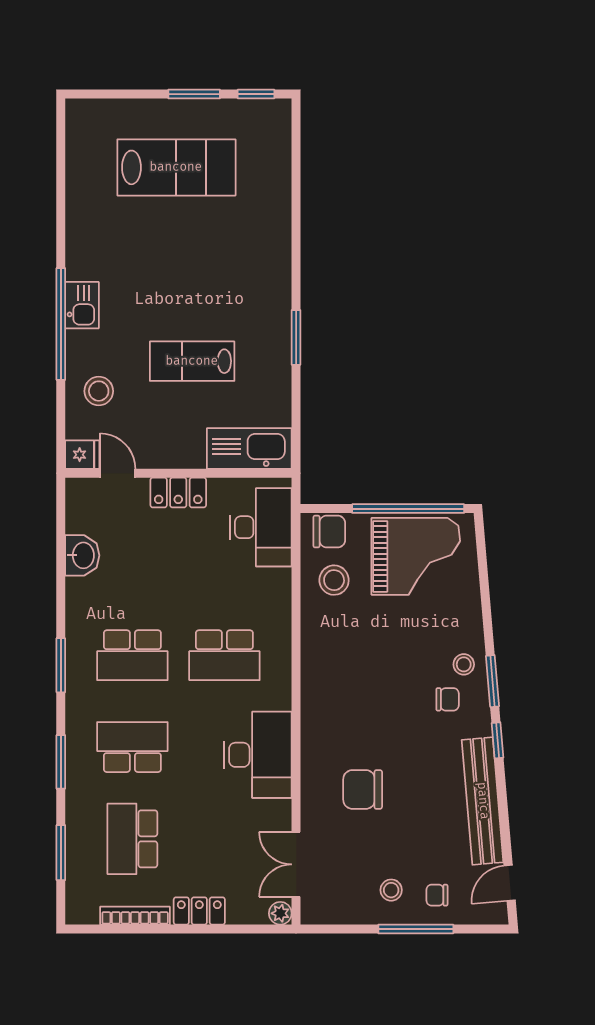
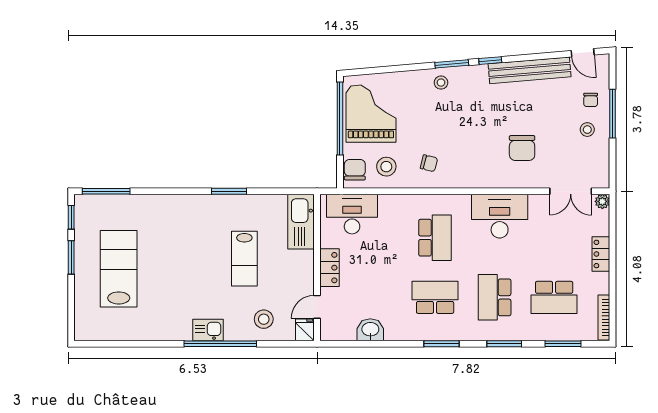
window: (296, 148) -> (106, 191), added
school desk: (132, 655) -> (435, 297), turned -90
chair: (448, 699) -> (429, 163), moved, turned 104
bookcase: (135, 916) -> (604, 317), moved

